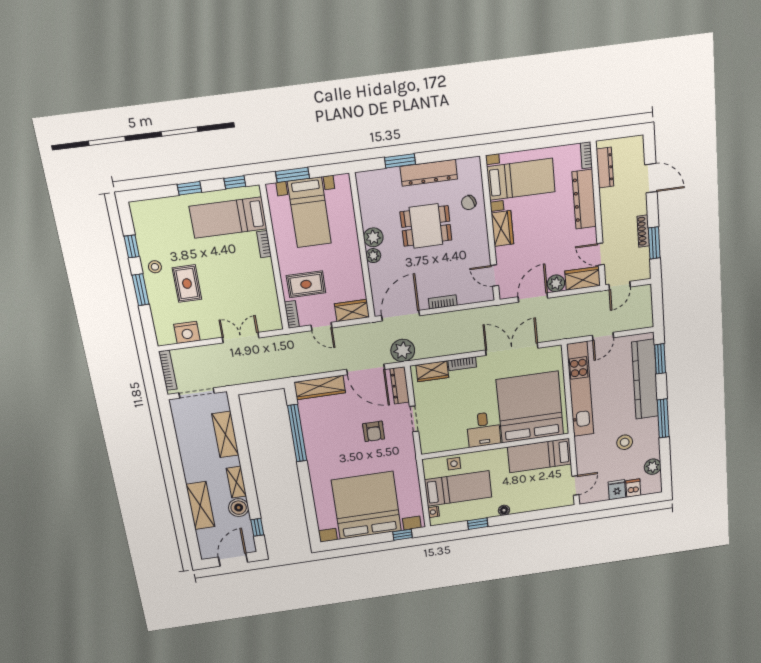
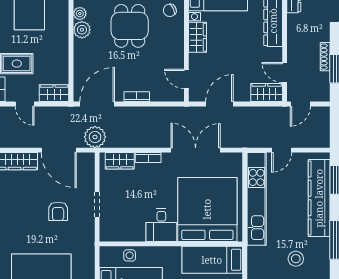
dining table: (426, 226) -> (130, 26), turned 90
plant: (373, 256) -> (80, 13), moved
plant: (556, 283) -> (242, 94), removed
dresser: (400, 385) -> (88, 170), removed

